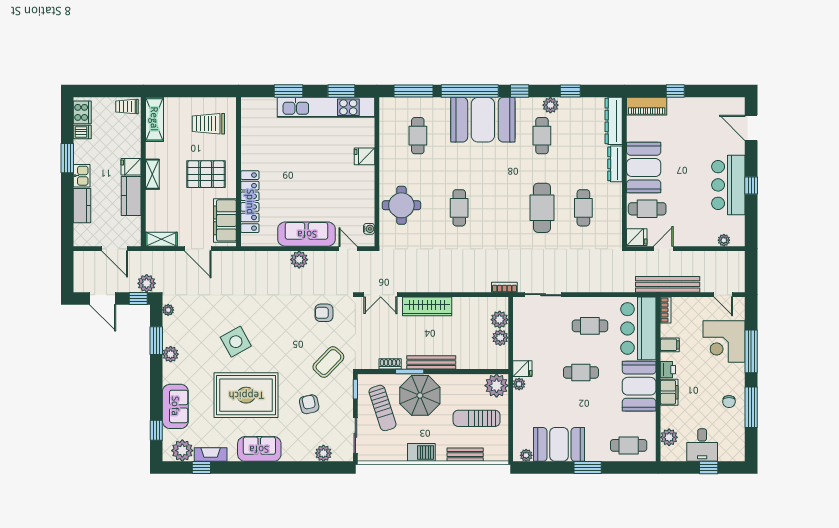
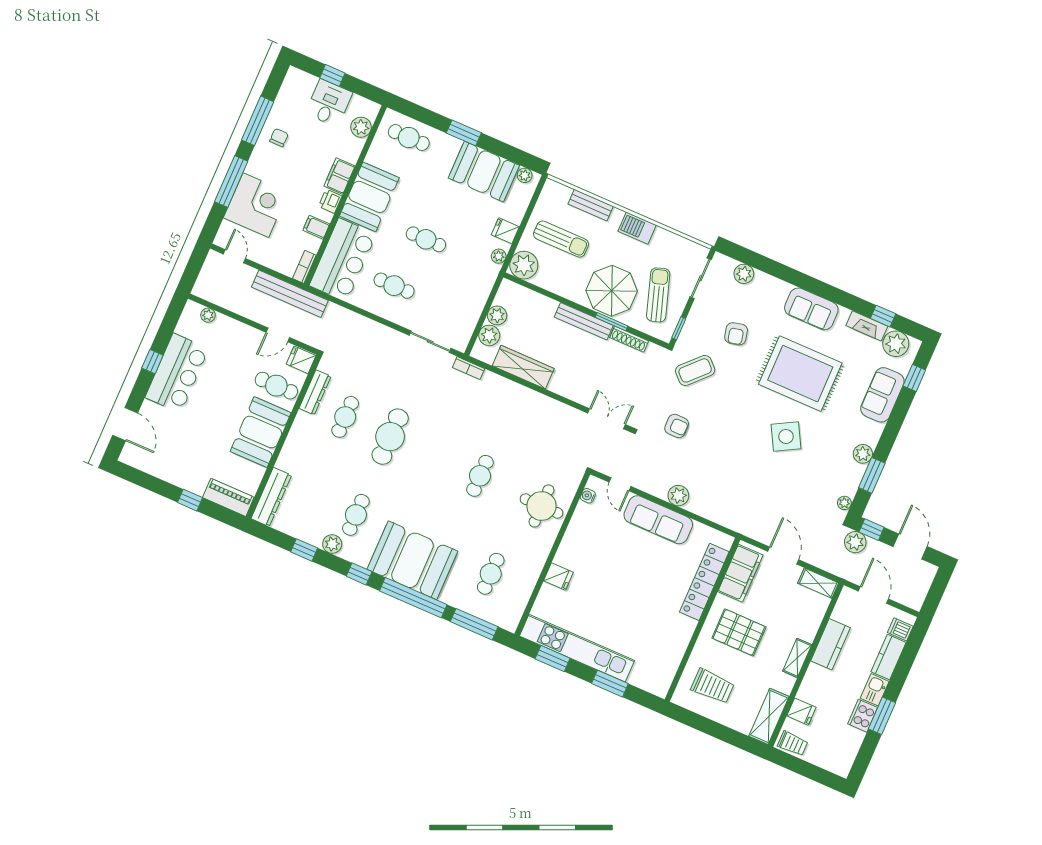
cooker: (82, 112) -> (863, 716), moved
dishwasher: (82, 132) -> (900, 629), moved
dresser: (615, 164) -> (315, 392), moved
fridge: (131, 167) -> (801, 712), moved
wardrobe: (427, 306) -> (523, 367), moved
shoe rack: (390, 364) -> (629, 339), width x1.43
fridge: (522, 369) -> (505, 231), moved

